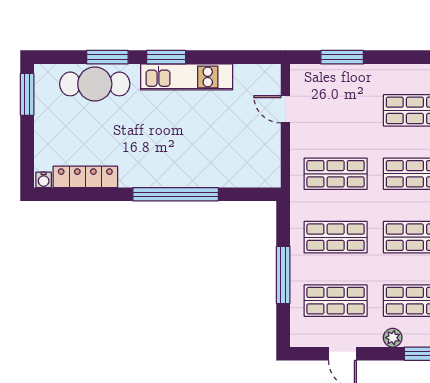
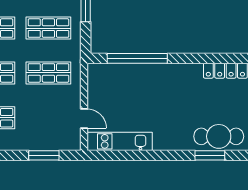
window: (166, 57) -> (168, 155), removed
kitchen unit: (187, 77) -> (120, 141), moved
window: (176, 194) -> (137, 58), moved

